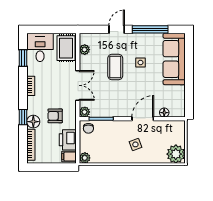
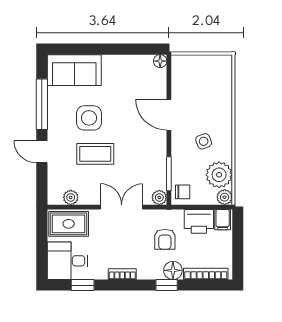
sofa: (174, 59) -> (74, 70), width x0.73
side table: (140, 63) -> (89, 118), width x1.87, depth x1.87
floor lamp: (164, 113) -> (160, 61), moved
side table: (135, 144) -> (204, 141), moved
plant: (176, 154) -> (219, 175), moved

